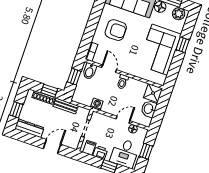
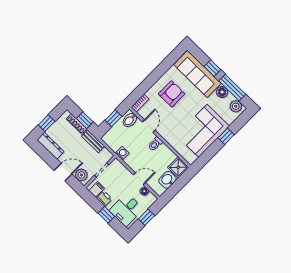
armchair: (116, 30) -> (172, 94), turned -90
plant: (70, 141) -> (81, 175), added

